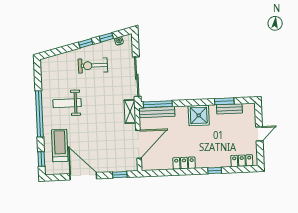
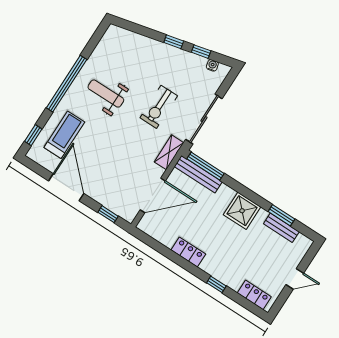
exercise bike: (93, 65) -> (159, 107), moved, turned -90

